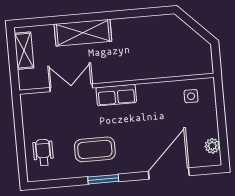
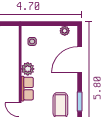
plant: (147, 93) -> (28, 69), added
door: (169, 173) -> (80, 60), hinge flipped

